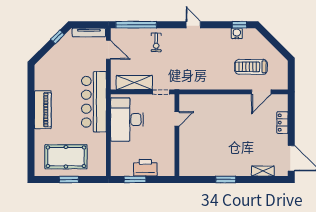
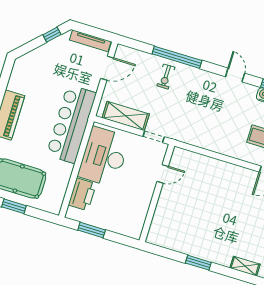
window: (136, 25) -> (177, 57), moved
door: (193, 25) -> (235, 75), moved
door: (108, 50) -> (107, 68), hinge flipped
printer: (145, 168) -> (82, 194), moved, turned 90

